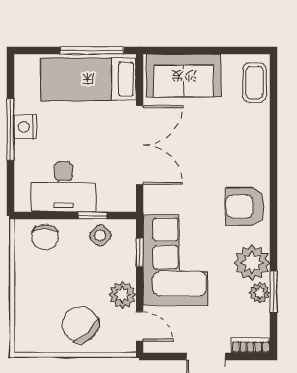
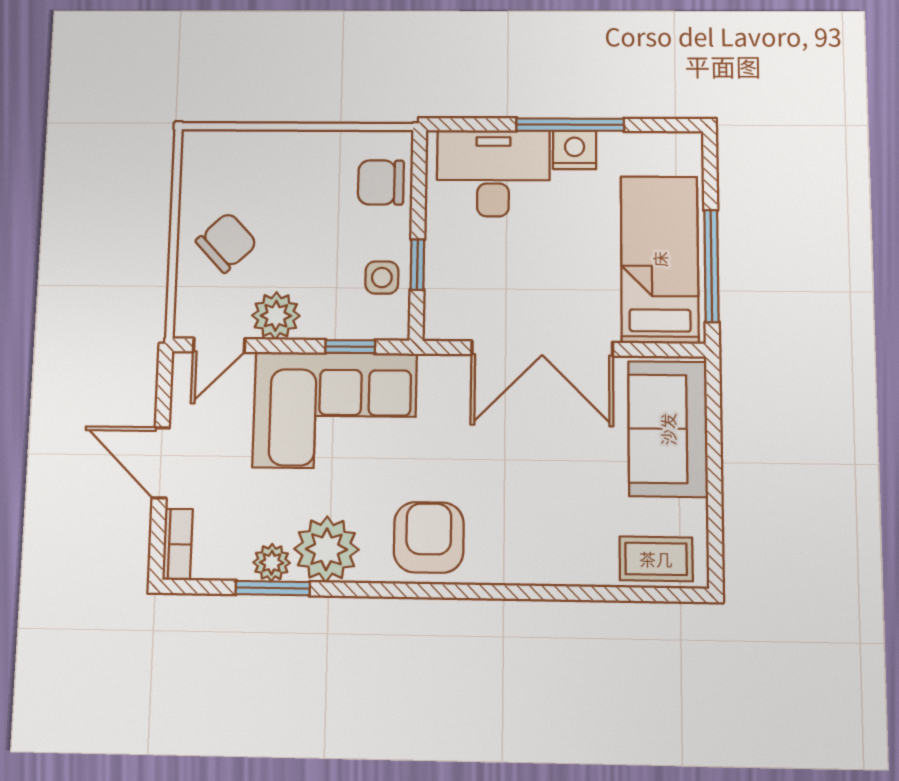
desk: (64, 187) -> (493, 173), moved, turned 90
side table: (100, 235) -> (382, 278), turned 45
chair: (80, 324) -> (227, 242), width x0.73, depth x0.73

